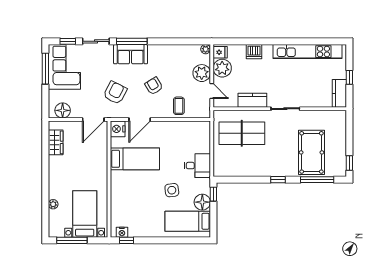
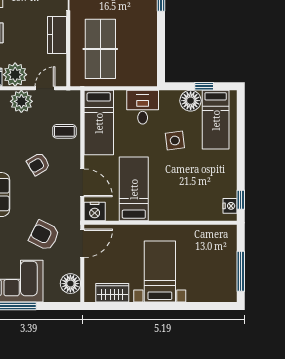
armchair: (115, 93) -> (44, 235), moved
door: (93, 119) -> (82, 243), hinge flipped
bed: (186, 132) -> (99, 123), added
window: (213, 194) -> (204, 86), moved
plant: (53, 204) -> (193, 296), removed
bed with nightstands: (85, 214) -> (160, 272), moved, turned 90

